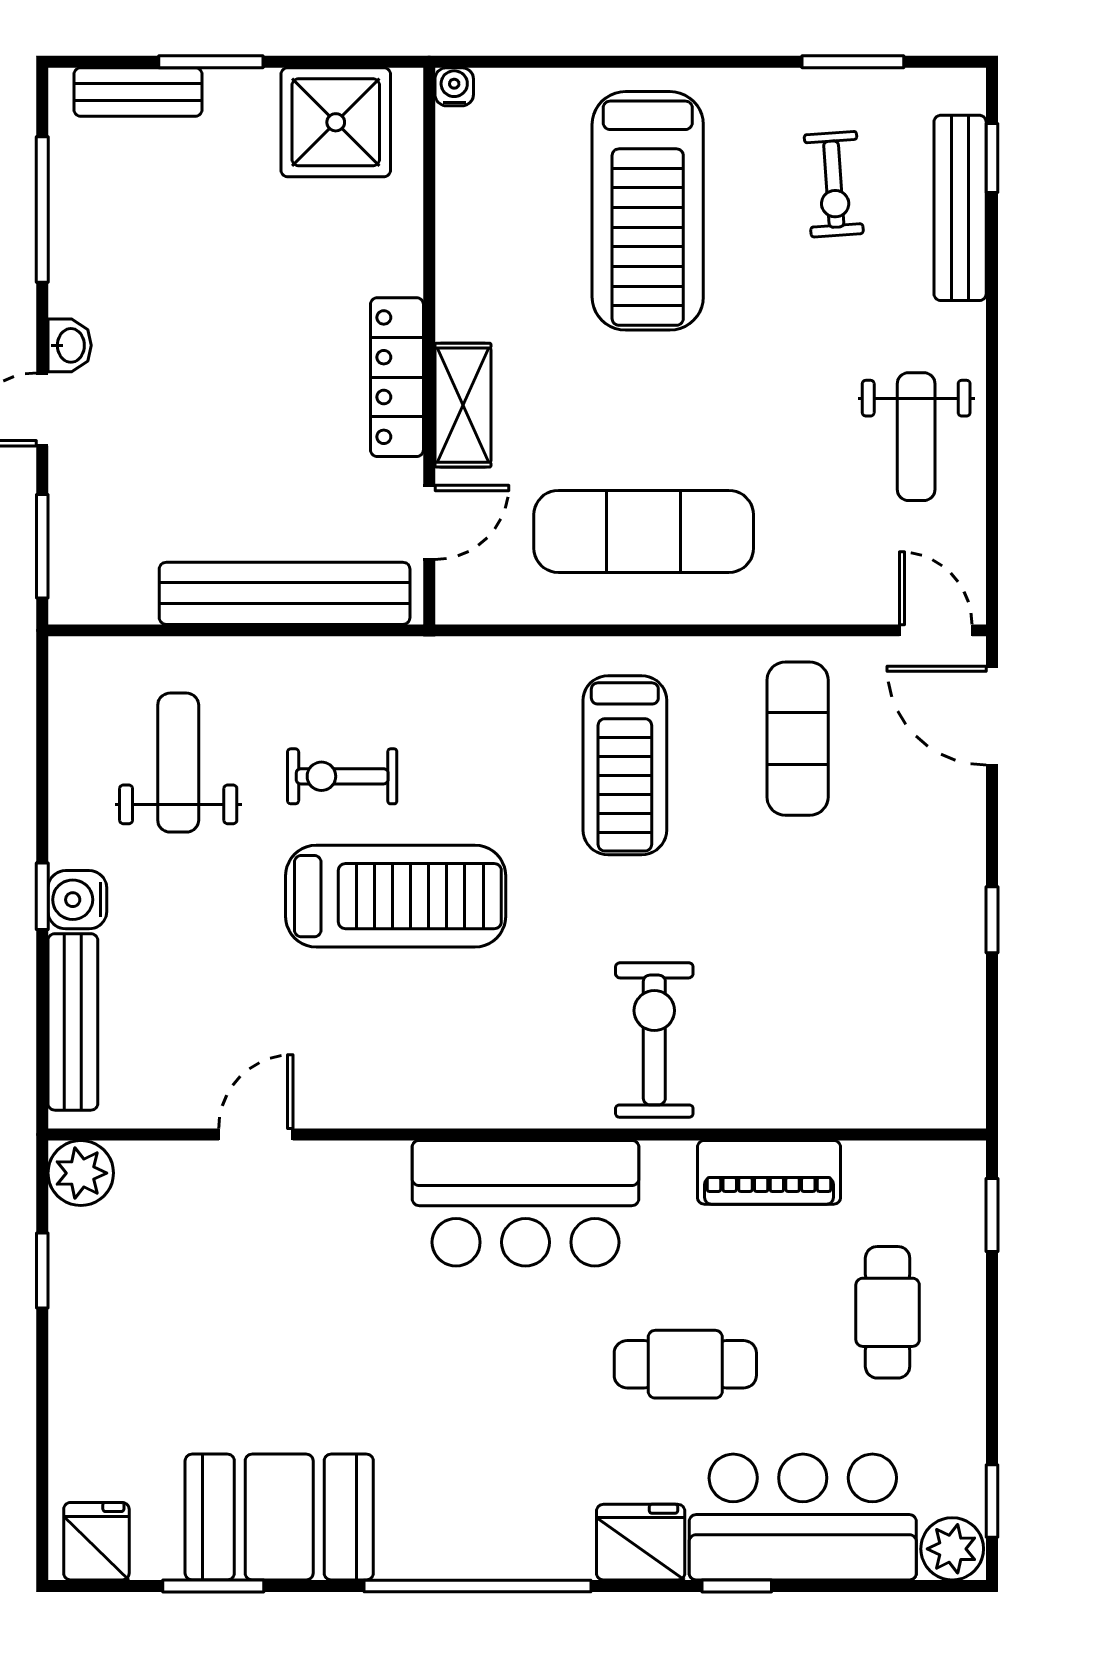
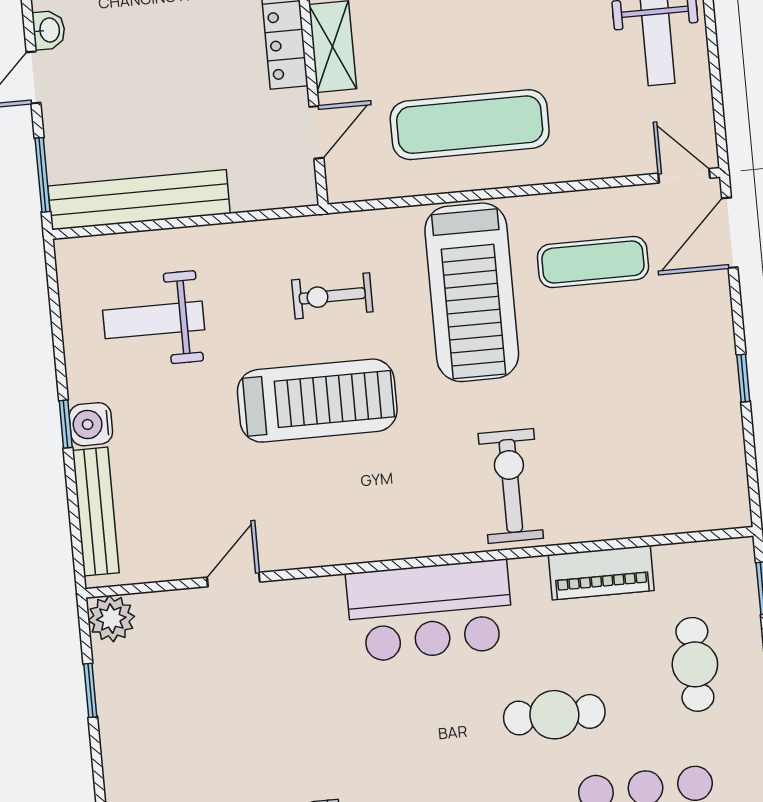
bench: (285, 593) -> (139, 200), moved
door: (992, 716) -> (730, 233), hinge flipped
exercise mat: (798, 739) -> (593, 262), turned 90
weight bench: (178, 763) -> (154, 320), turned -90
treadmill: (625, 765) -> (472, 292), width x1.37, depth x1.38
exercise bike: (342, 776) -> (332, 296), moved

